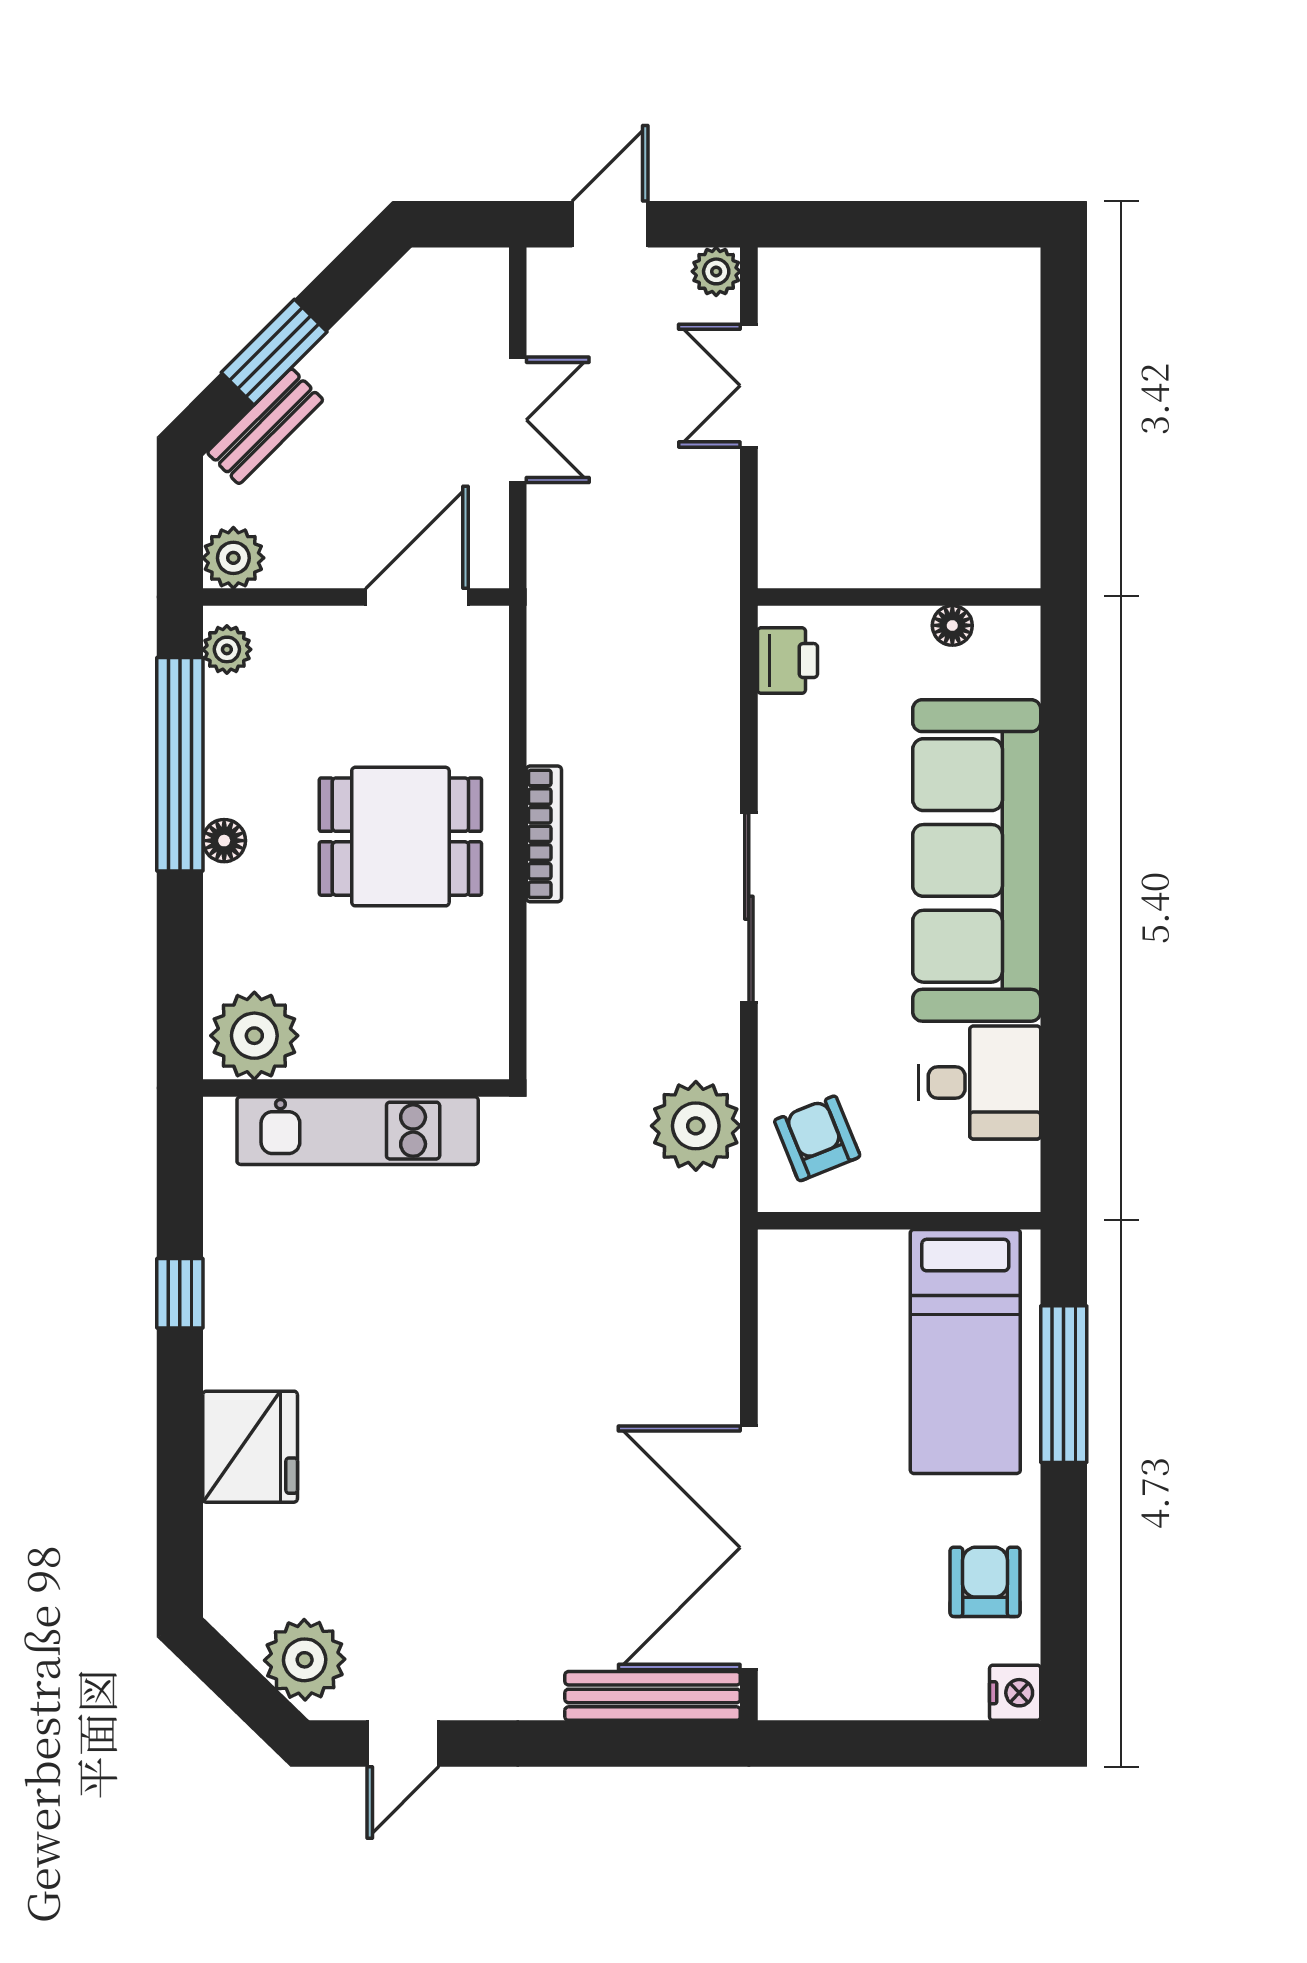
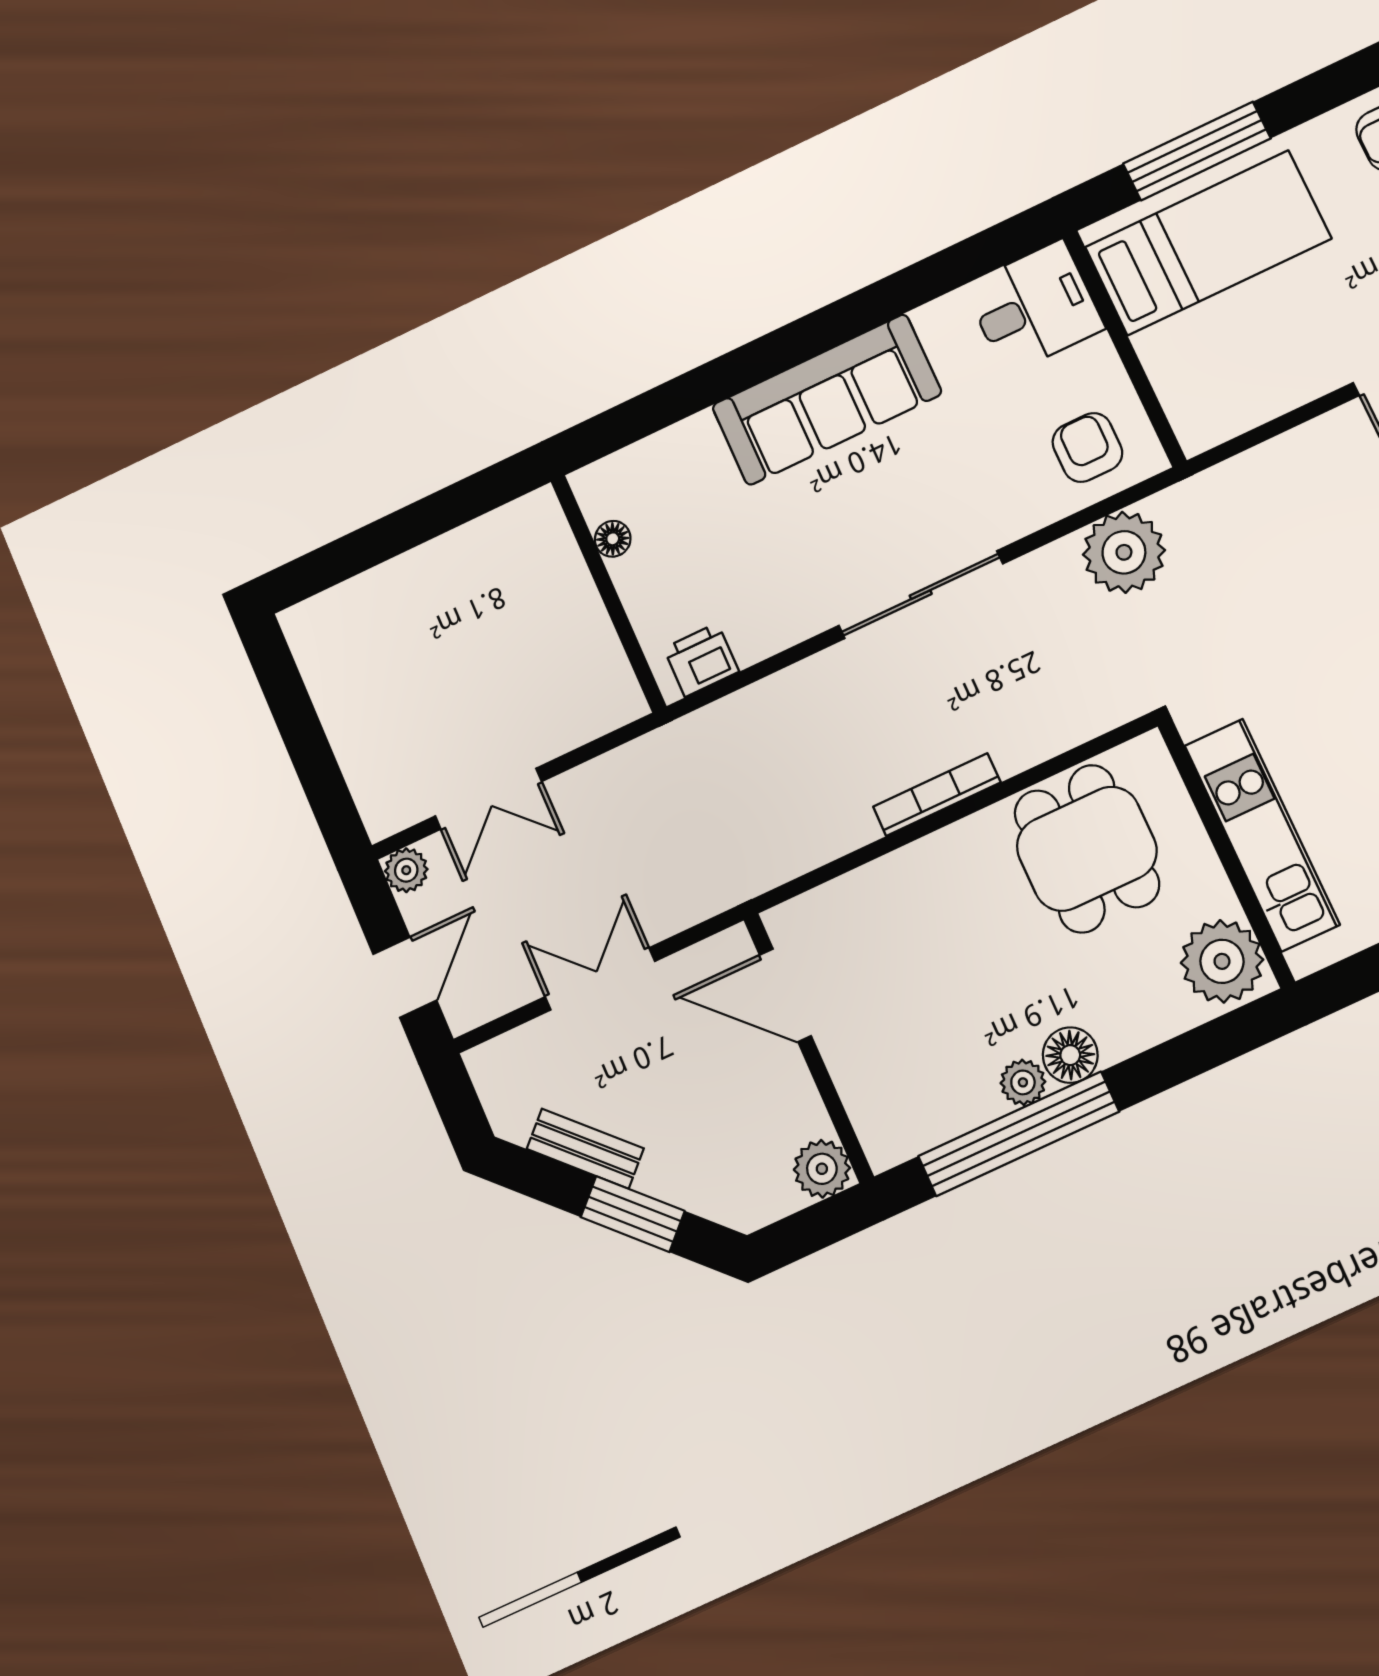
door: (610, 224) -> (405, 977), swing flipped
bench: (265, 426) -> (585, 1149), moved
plant: (227, 649) -> (1023, 1082), moved
dining table: (400, 837) -> (1087, 849), moved
floor lamp: (224, 841) -> (1070, 1055), width x1.37, depth x1.37
sofa: (977, 860) -> (827, 400), width x0.74, depth x0.79
desk: (980, 1083) -> (1034, 307), moved, turned 90
armchair: (817, 1138) -> (1087, 447), turned 112

